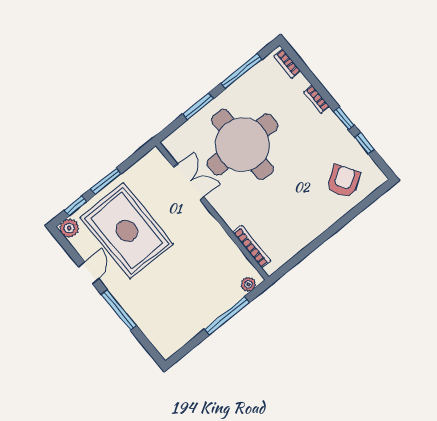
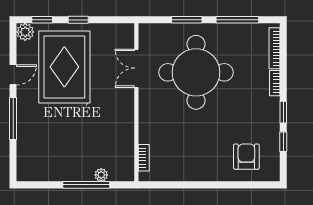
bookcase: (287, 63) -> (274, 48), width x1.56
window: (106, 181) -> (78, 20), width x0.67
armchair: (343, 181) -> (246, 157), turned -57
double door: (189, 182) -> (136, 68), swing flipped
bookcase: (252, 247) -> (144, 158), width x0.64
plant: (248, 284) -> (101, 175), moved

